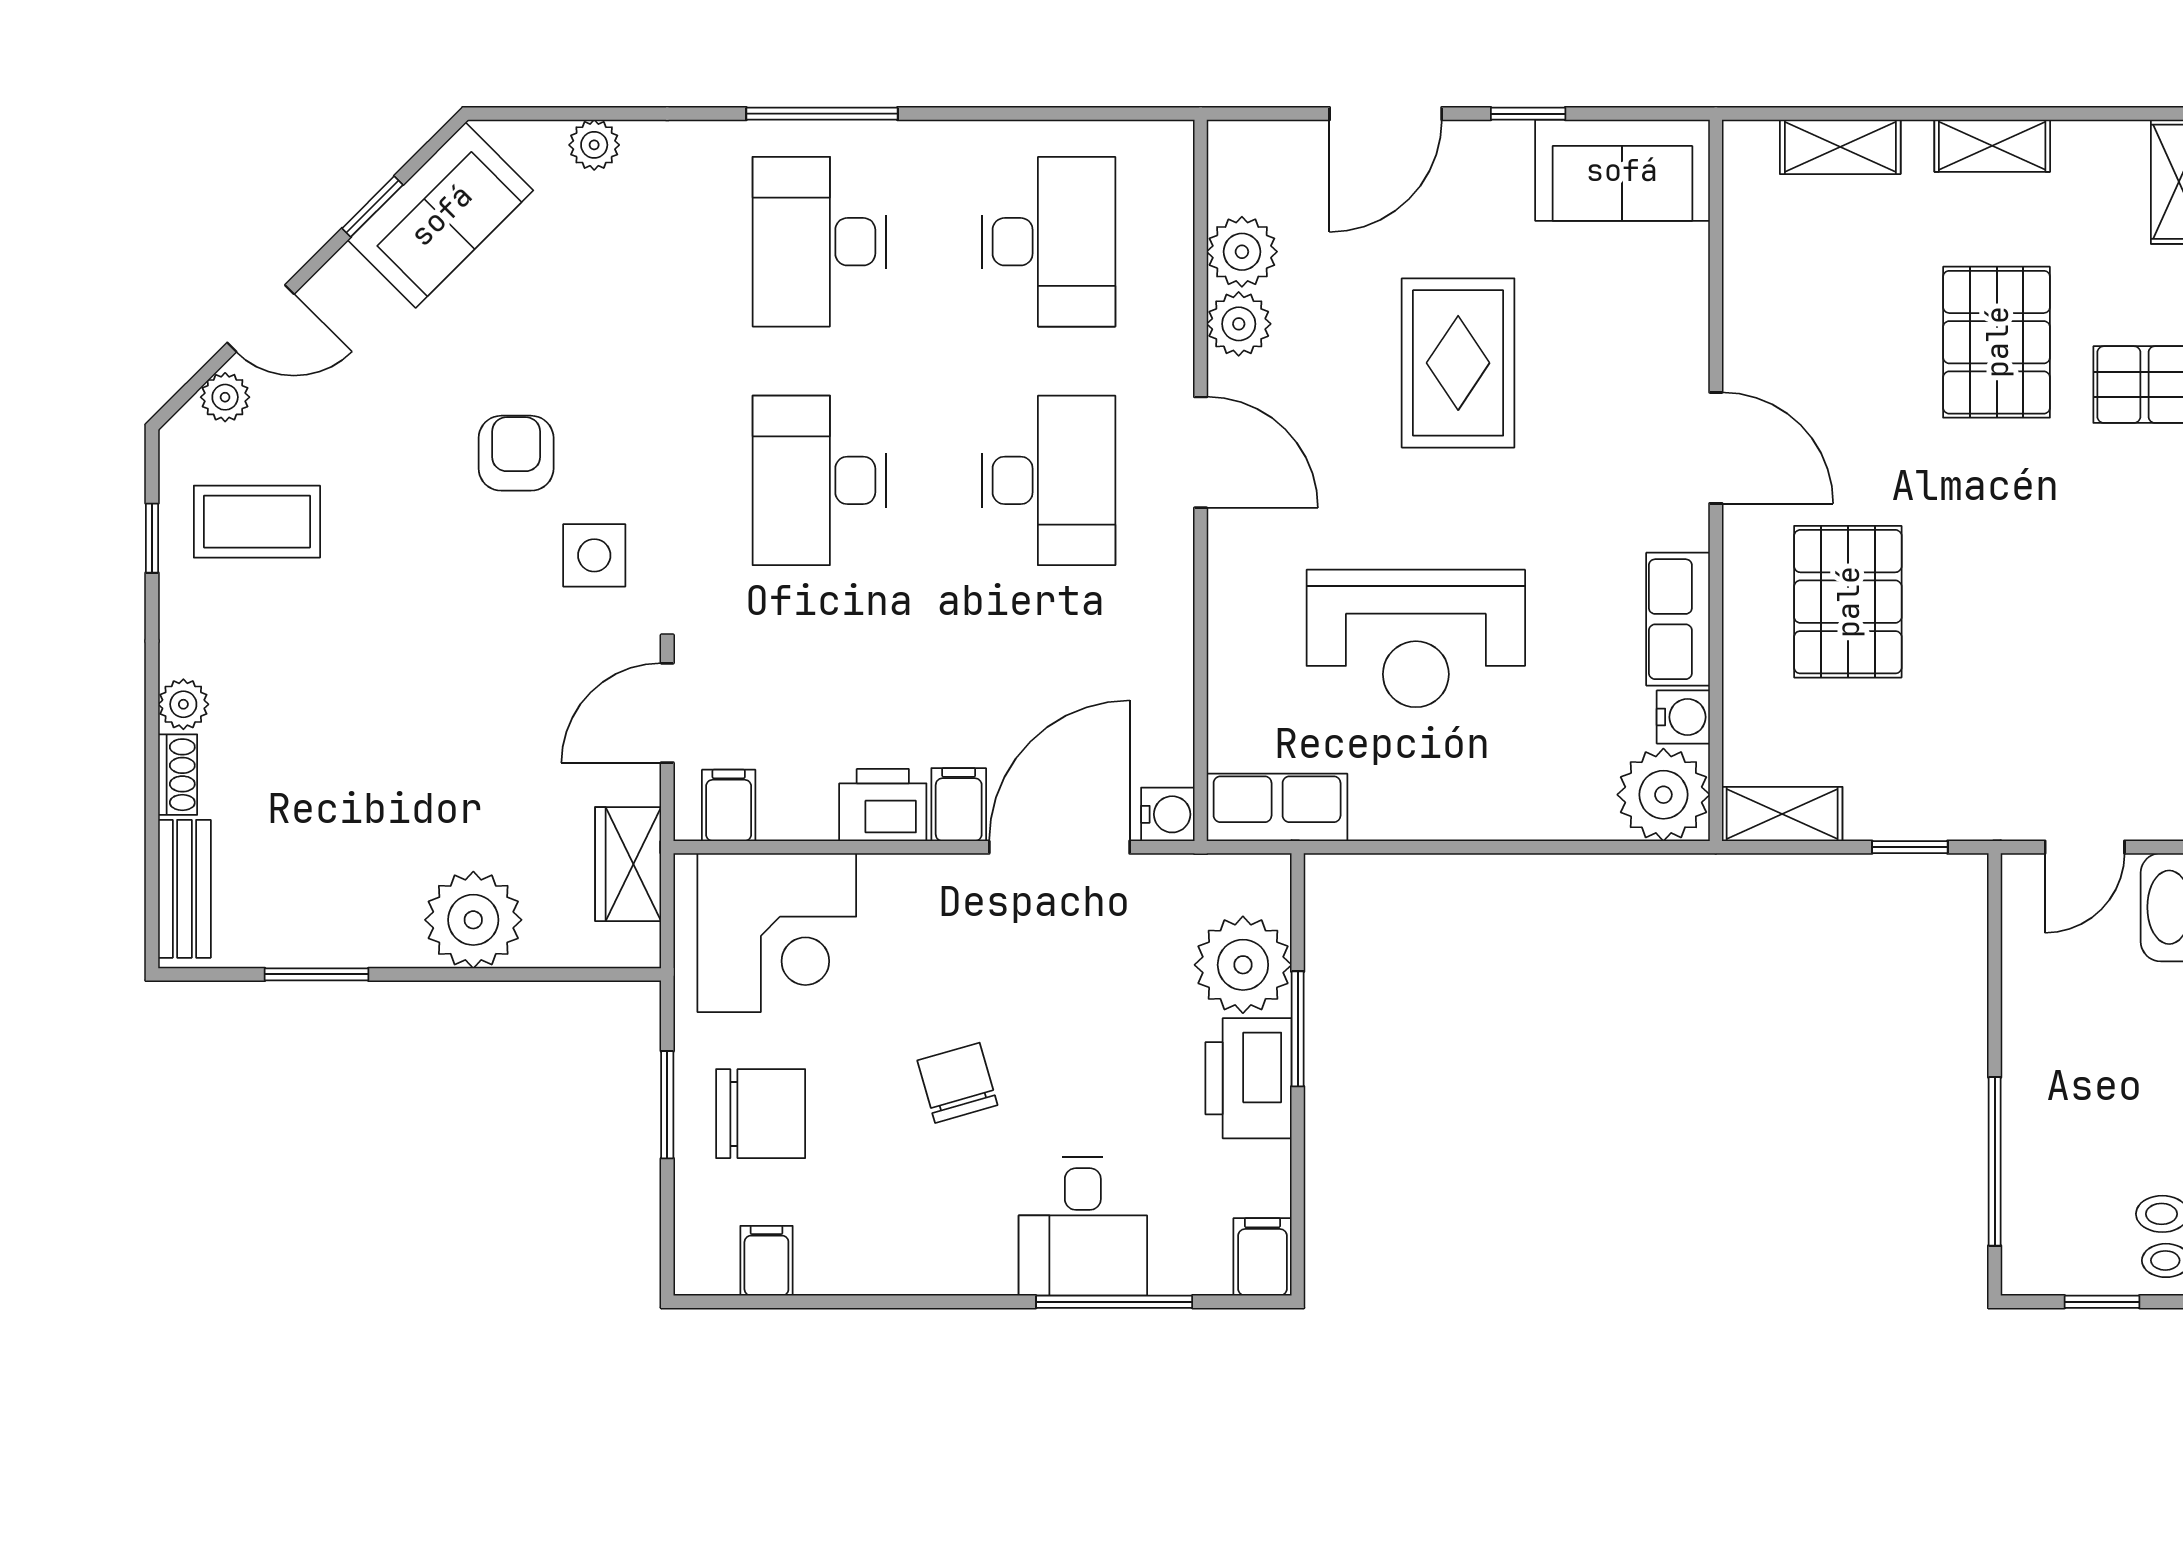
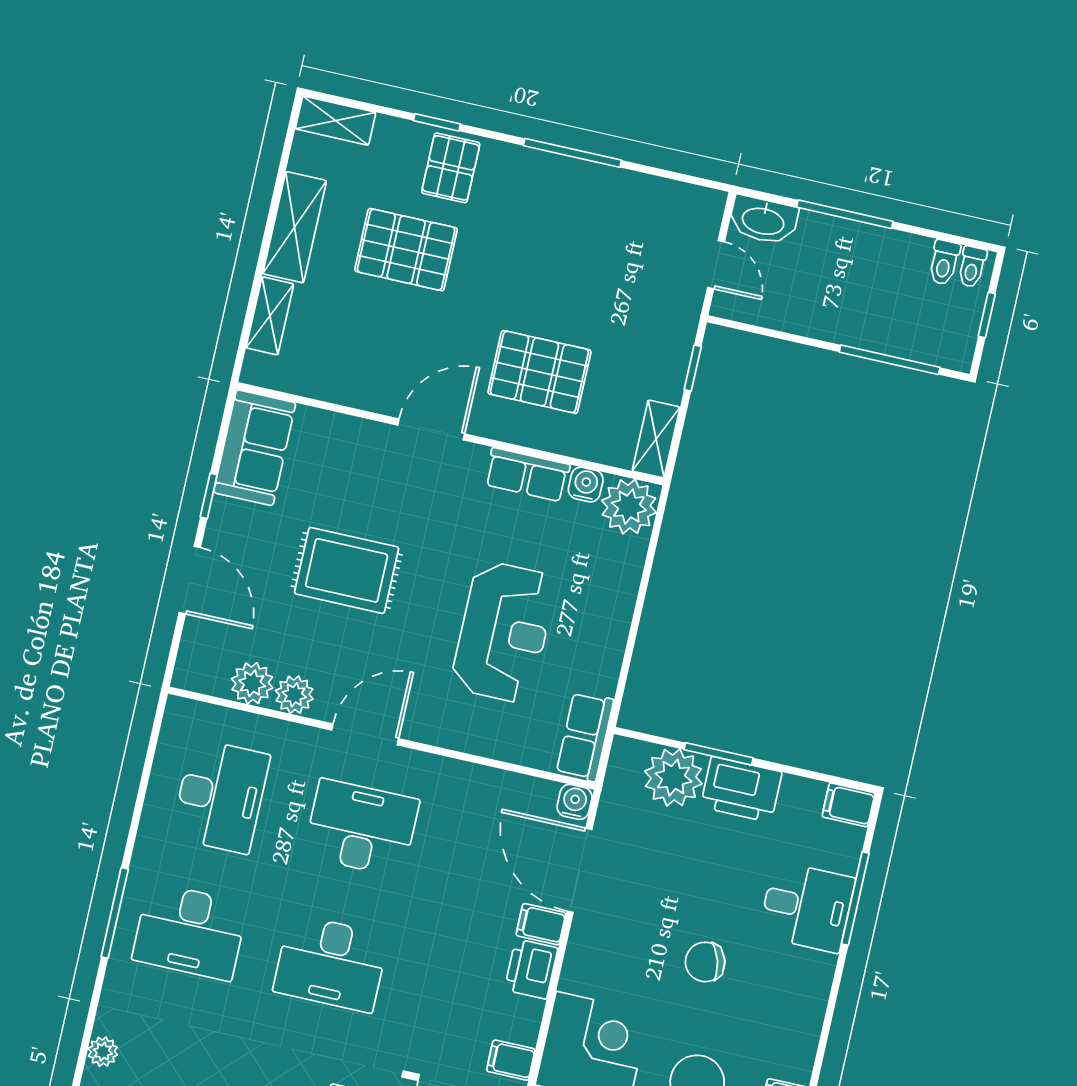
shelving: (1992, 146) -> (295, 227), width x1.50, depth x1.33
desk: (1049, 242) -> (220, 796), turned 90

